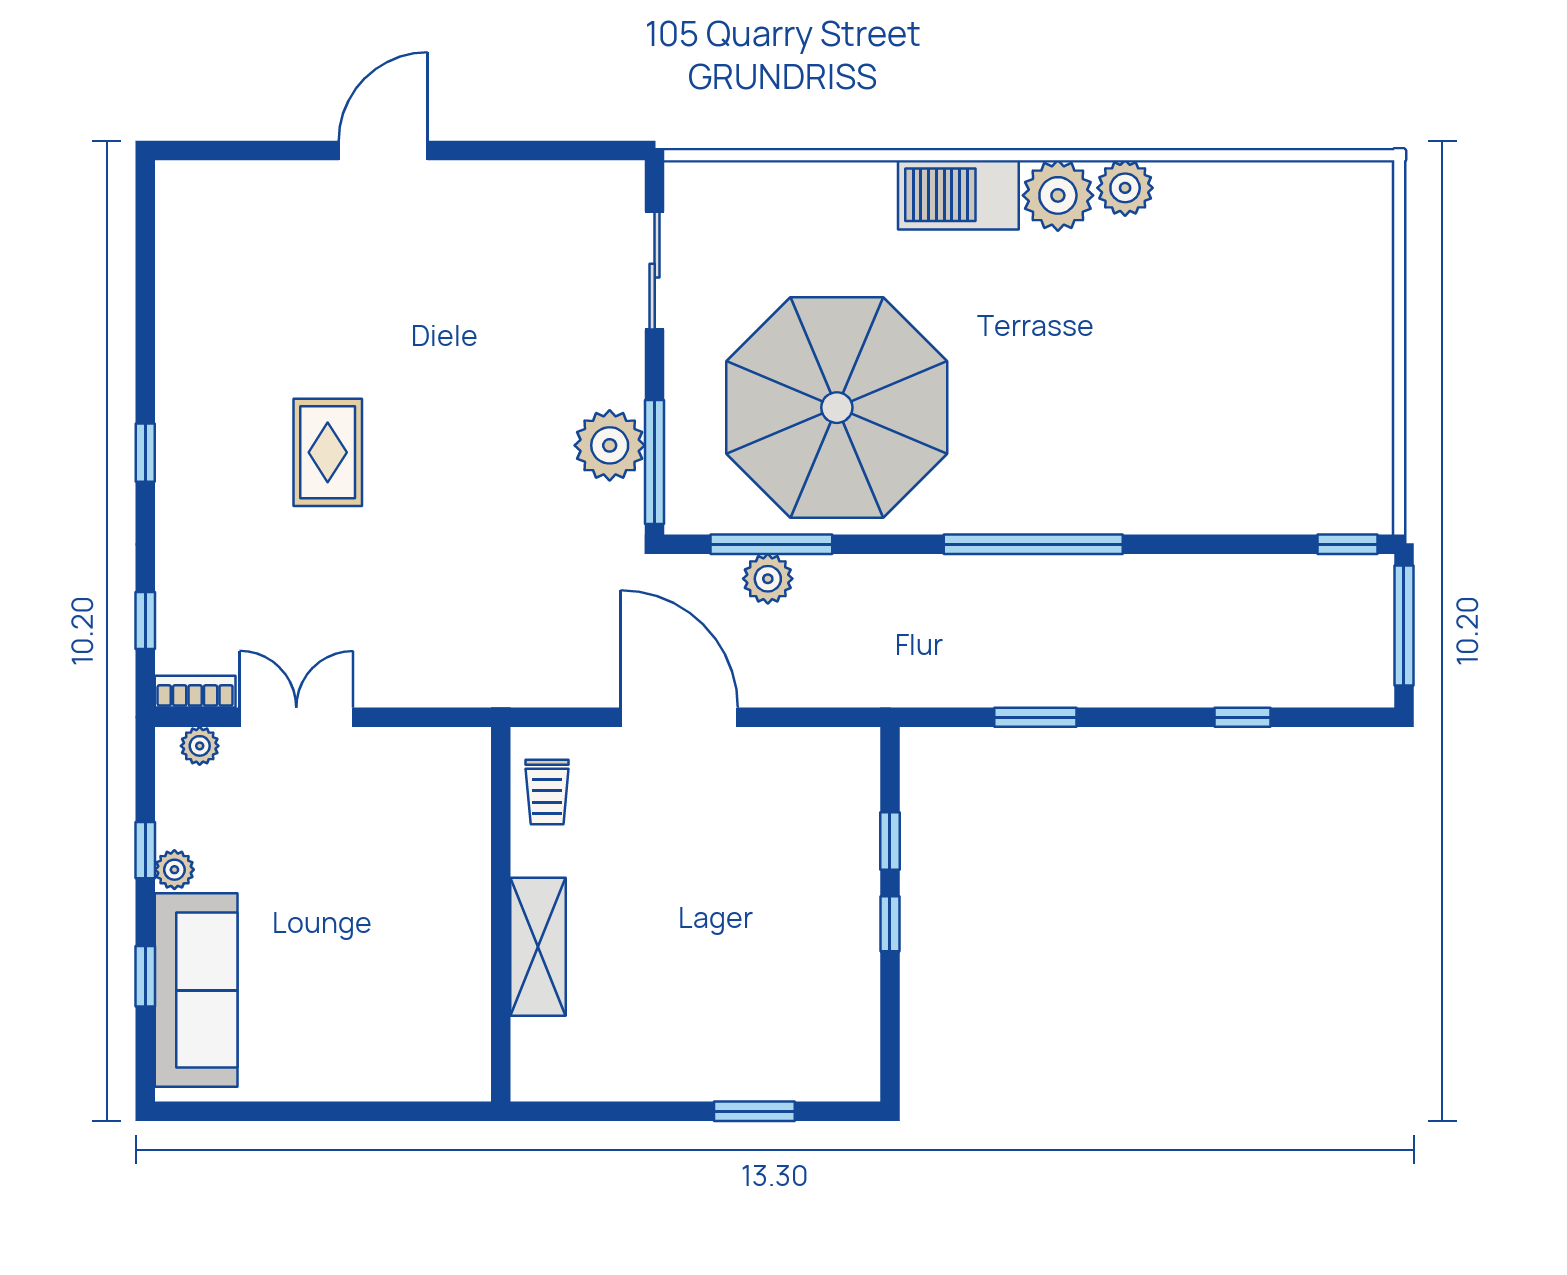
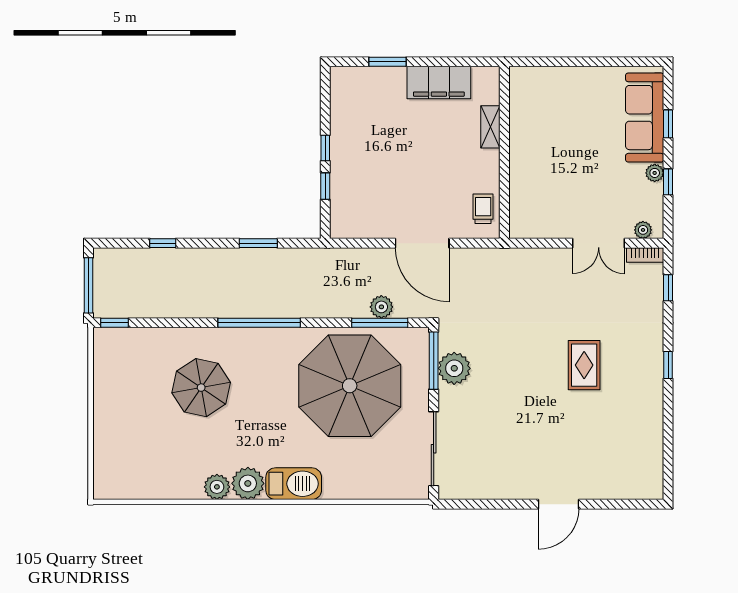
sliding door: (655, 271) -> (434, 449), width x1.37
parasol: (1159, 404) -> (201, 388), added
shelving: (538, 947) -> (490, 127), width x0.67, depth x0.75
filing cabinet: (643, 1066) -> (439, 83), added

